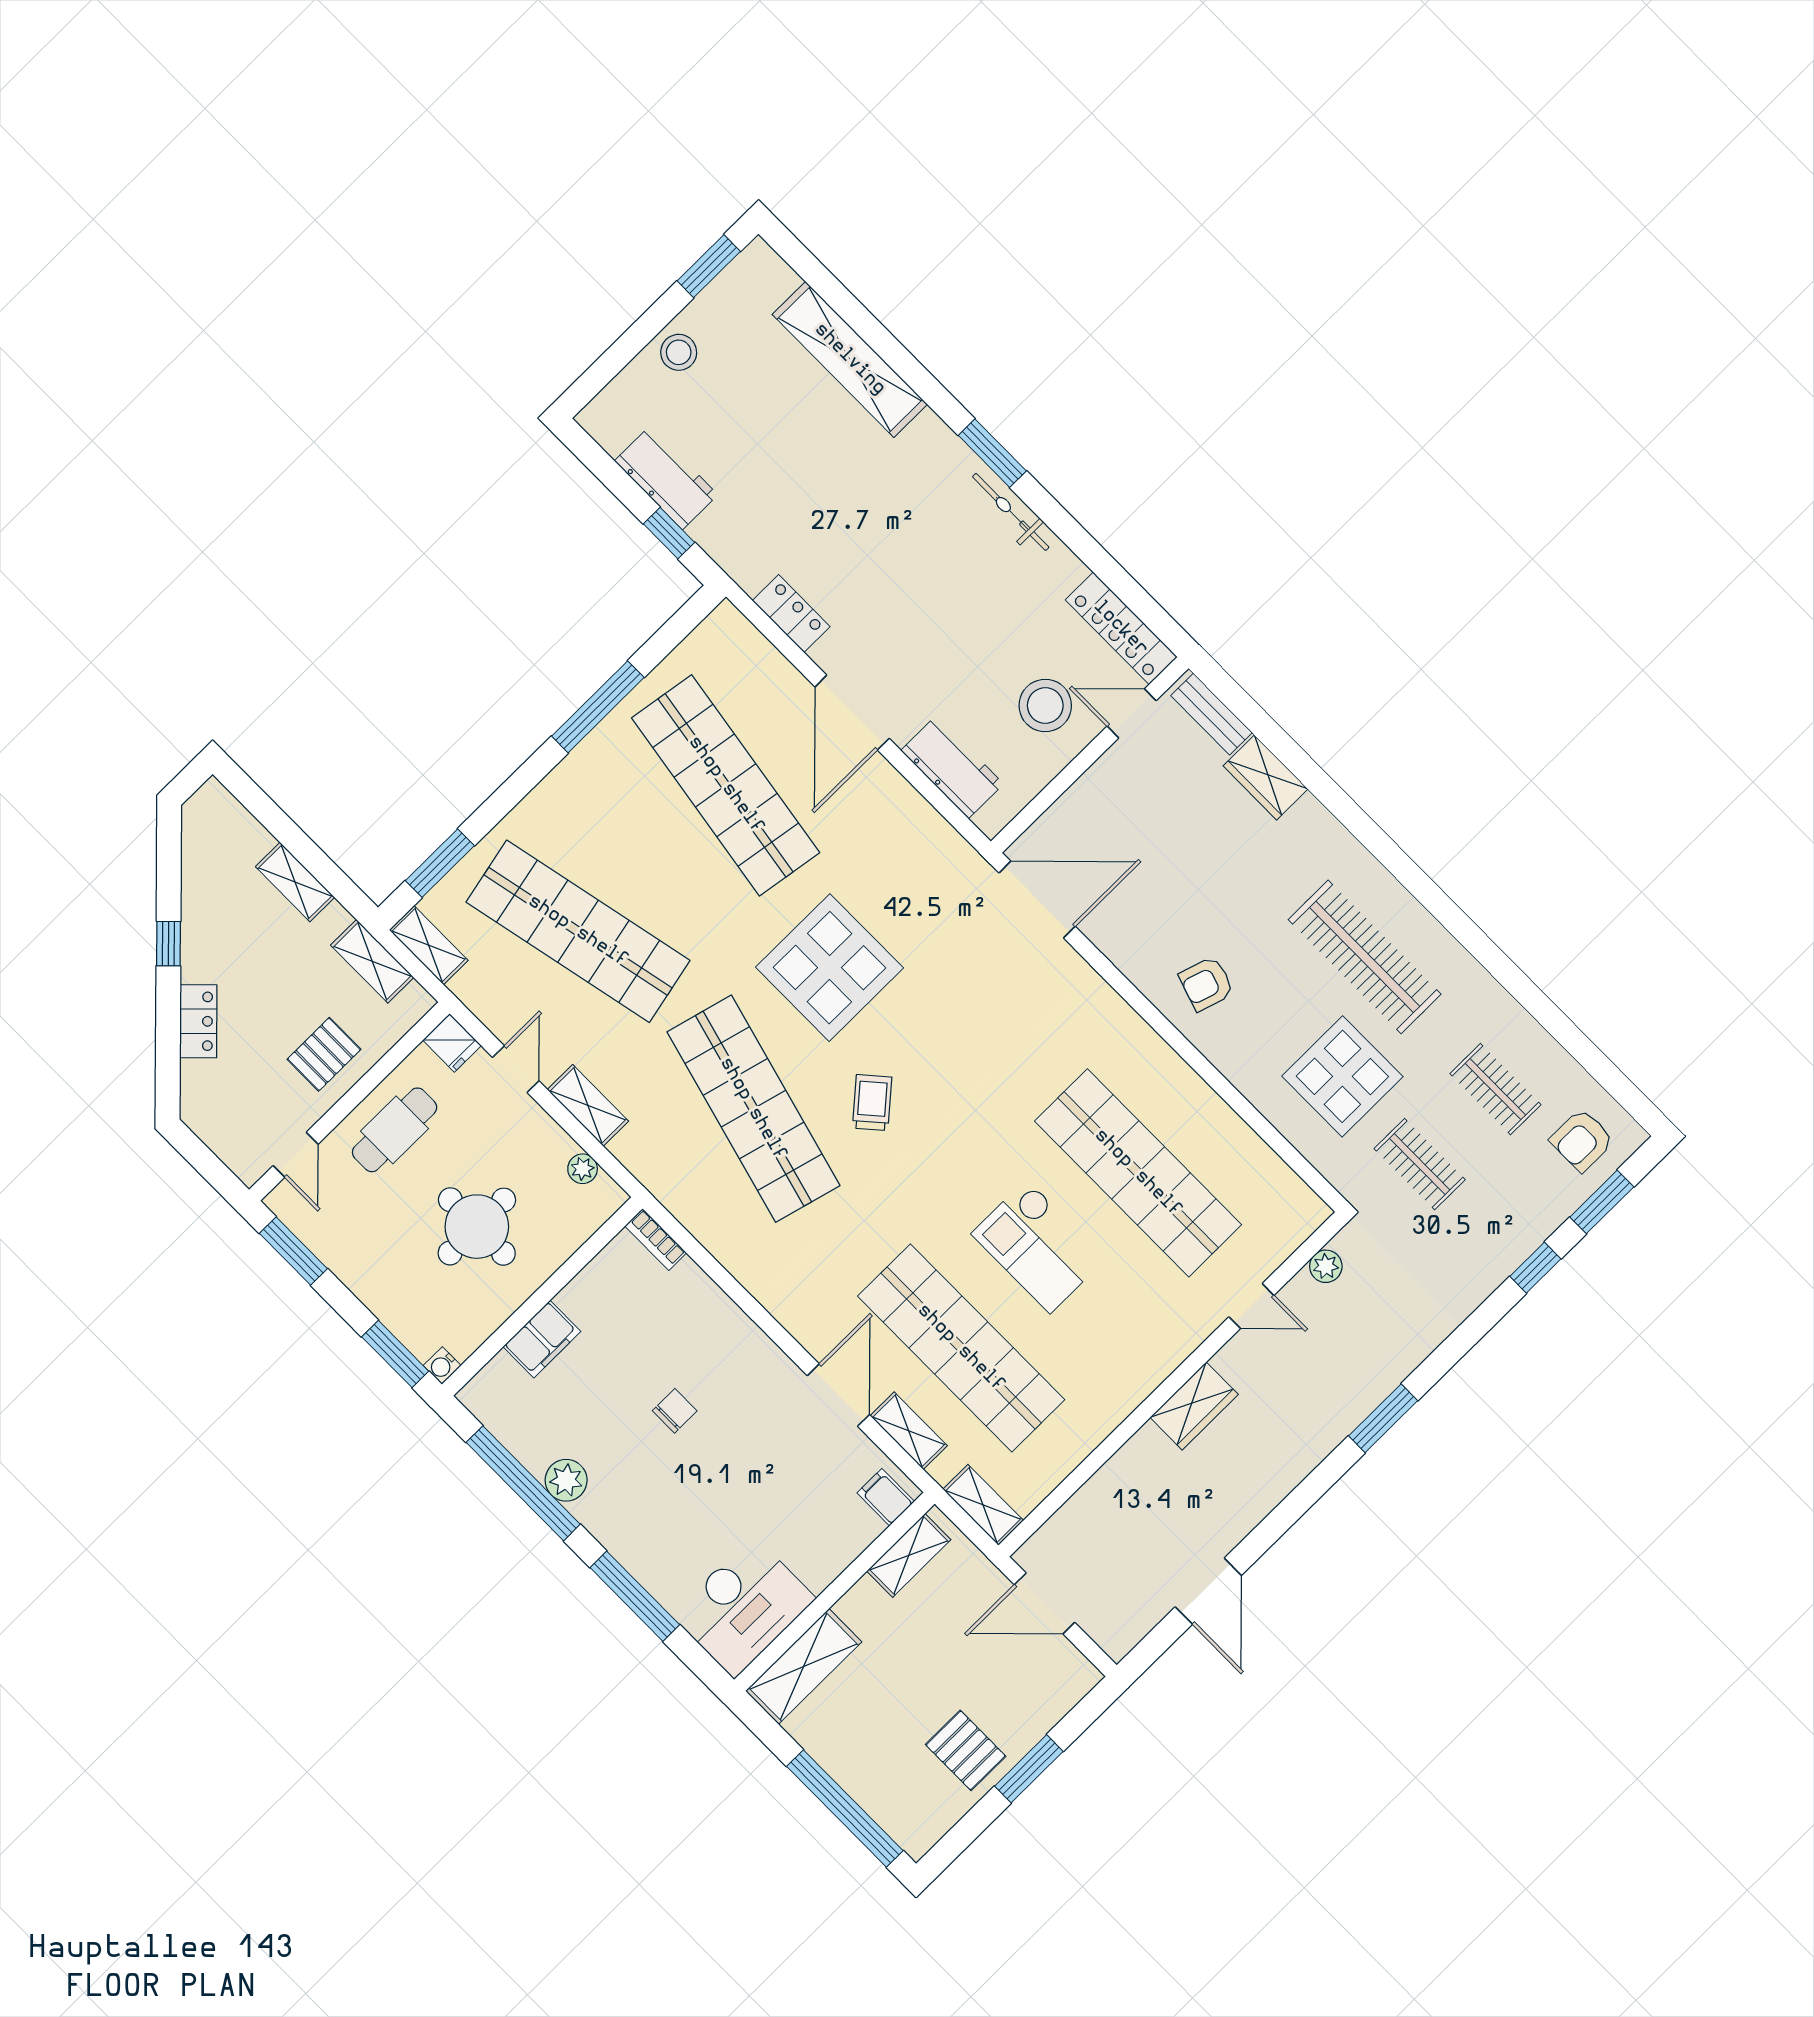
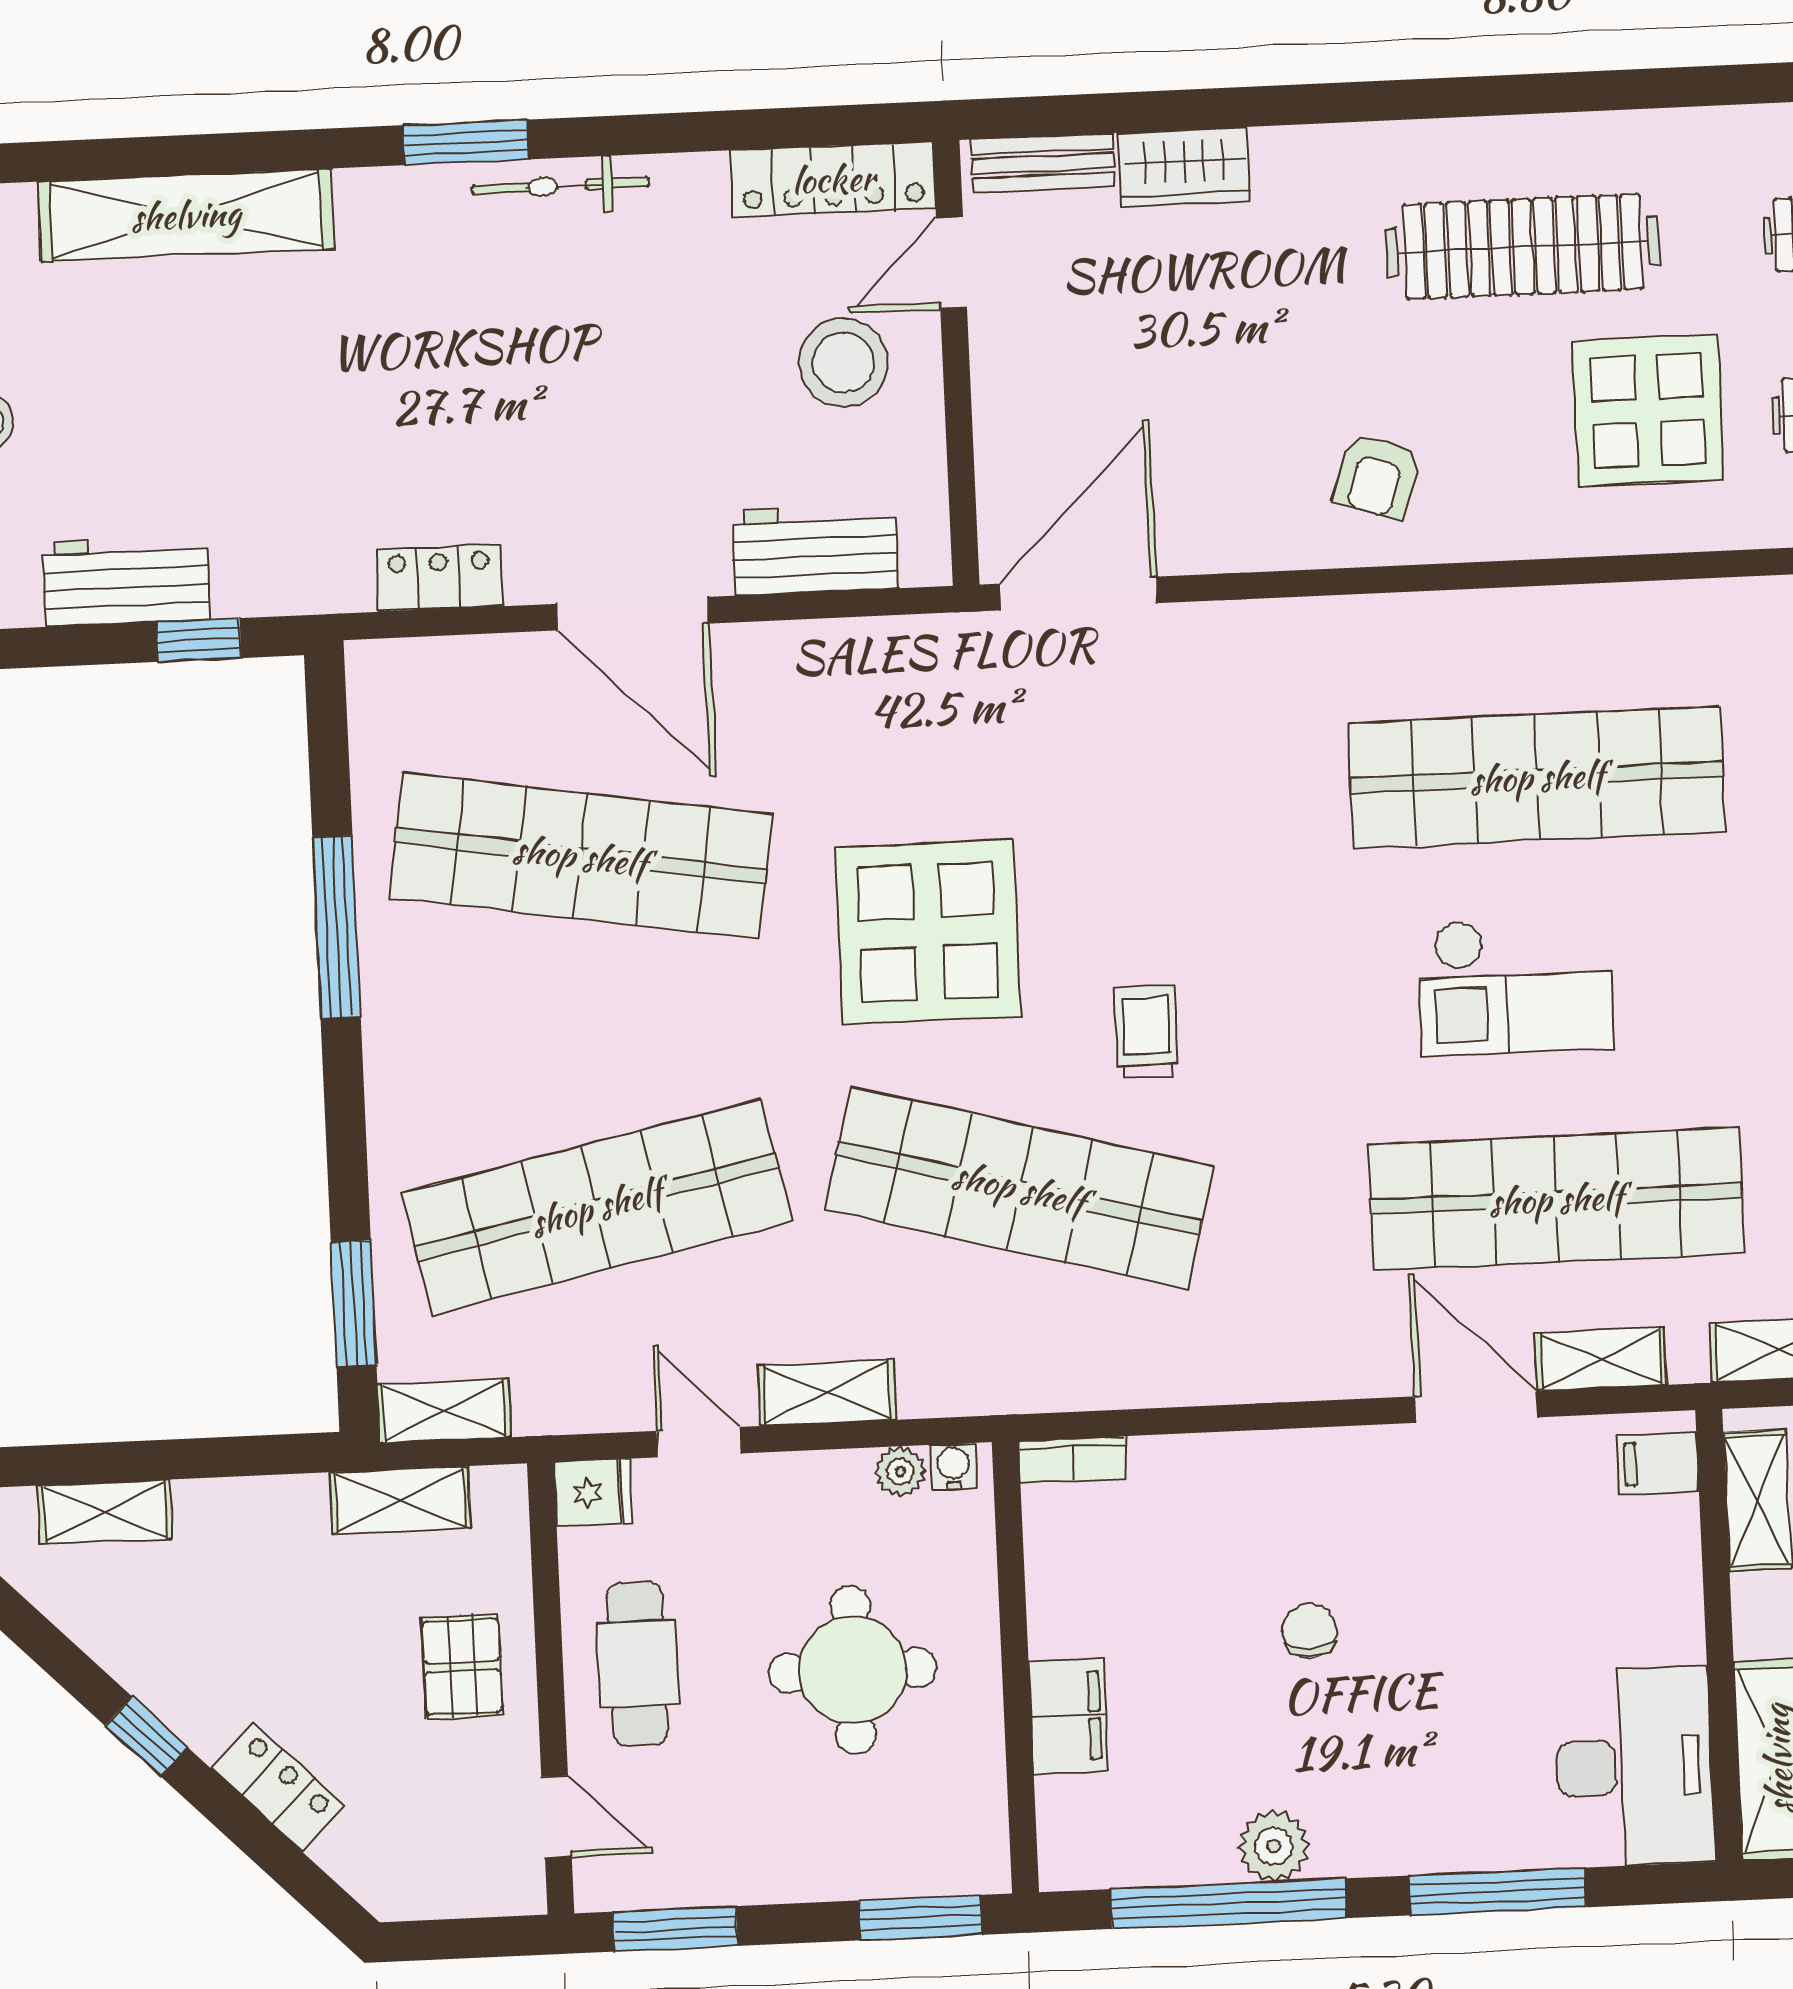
shelving: (295, 882) -> (105, 1512), moved
trolley: (872, 1103) -> (1146, 1032), turned 41
water cooler: (442, 1366) -> (953, 1467), moved, turned 180

